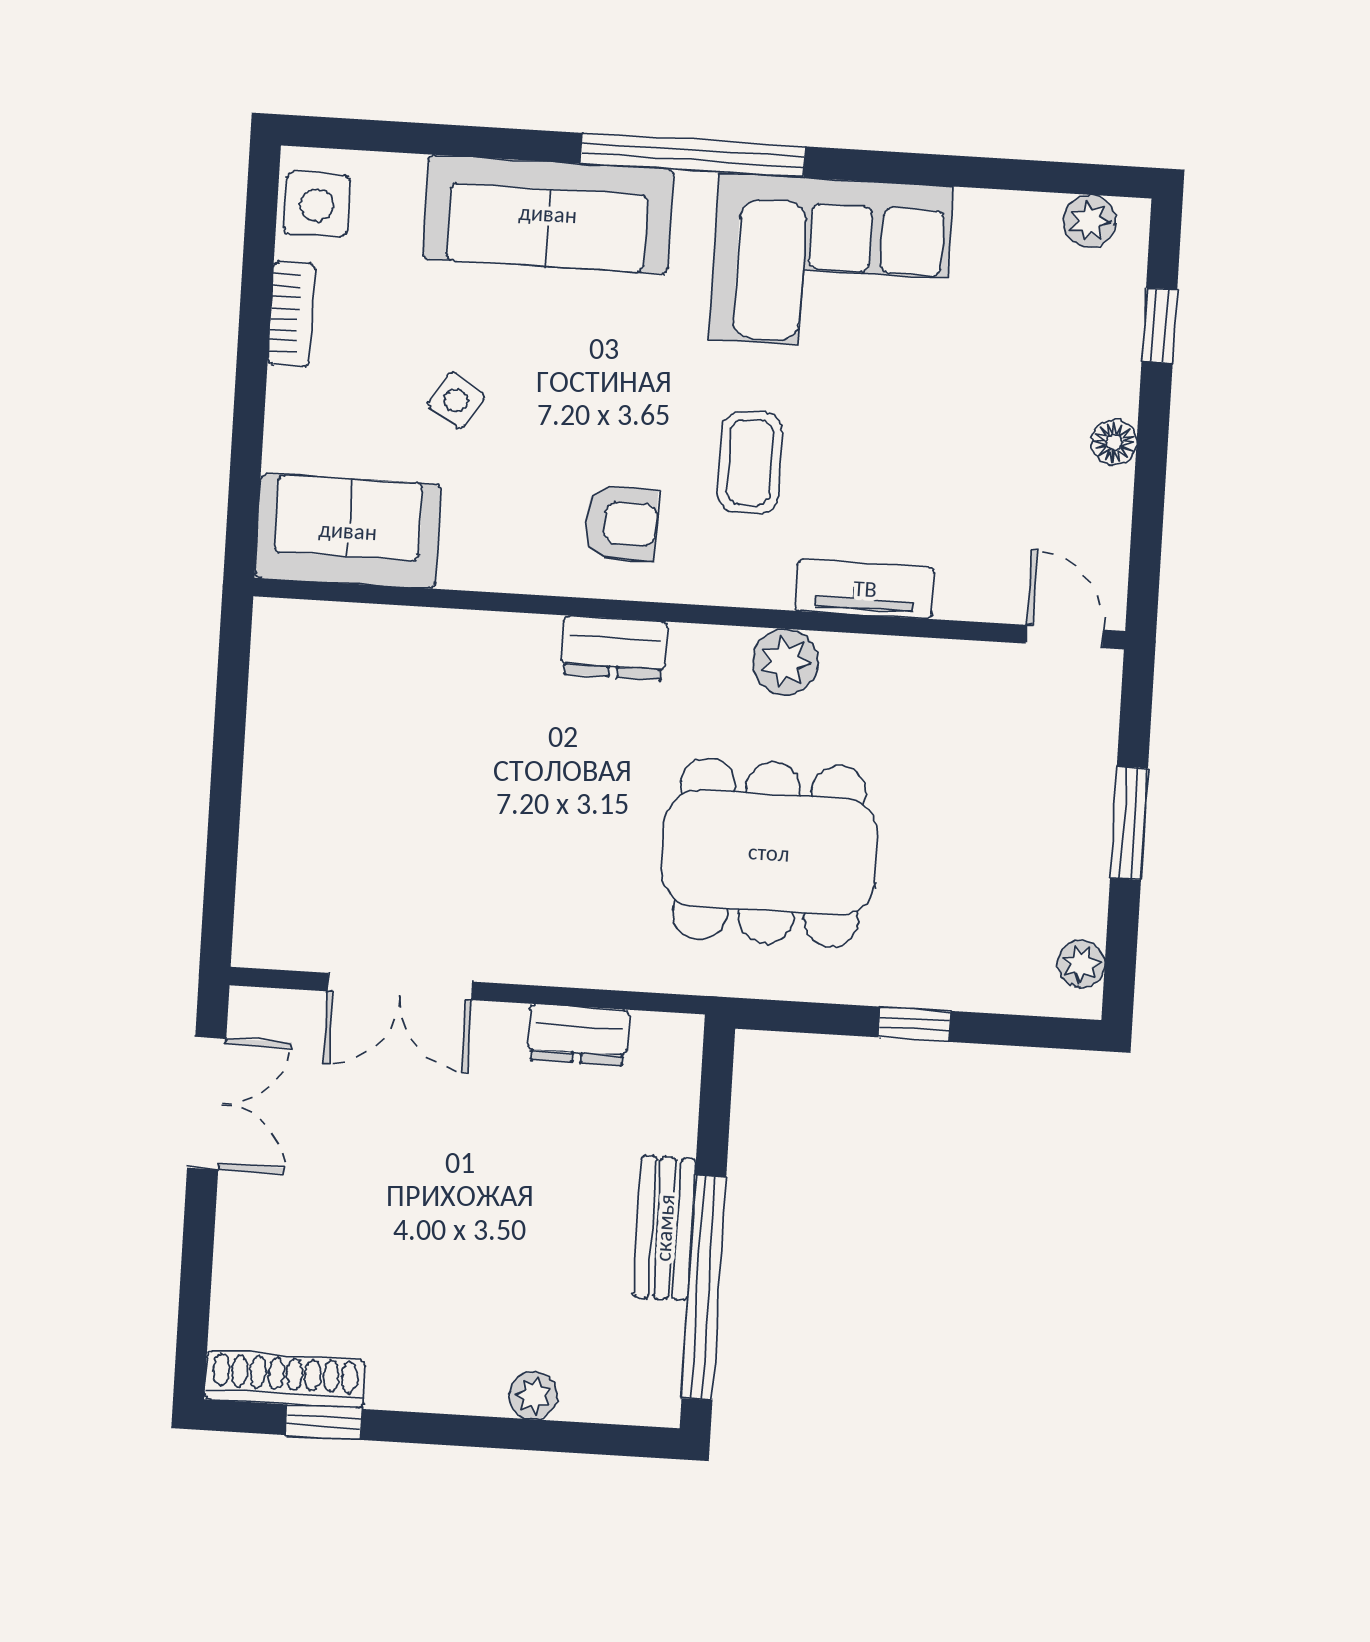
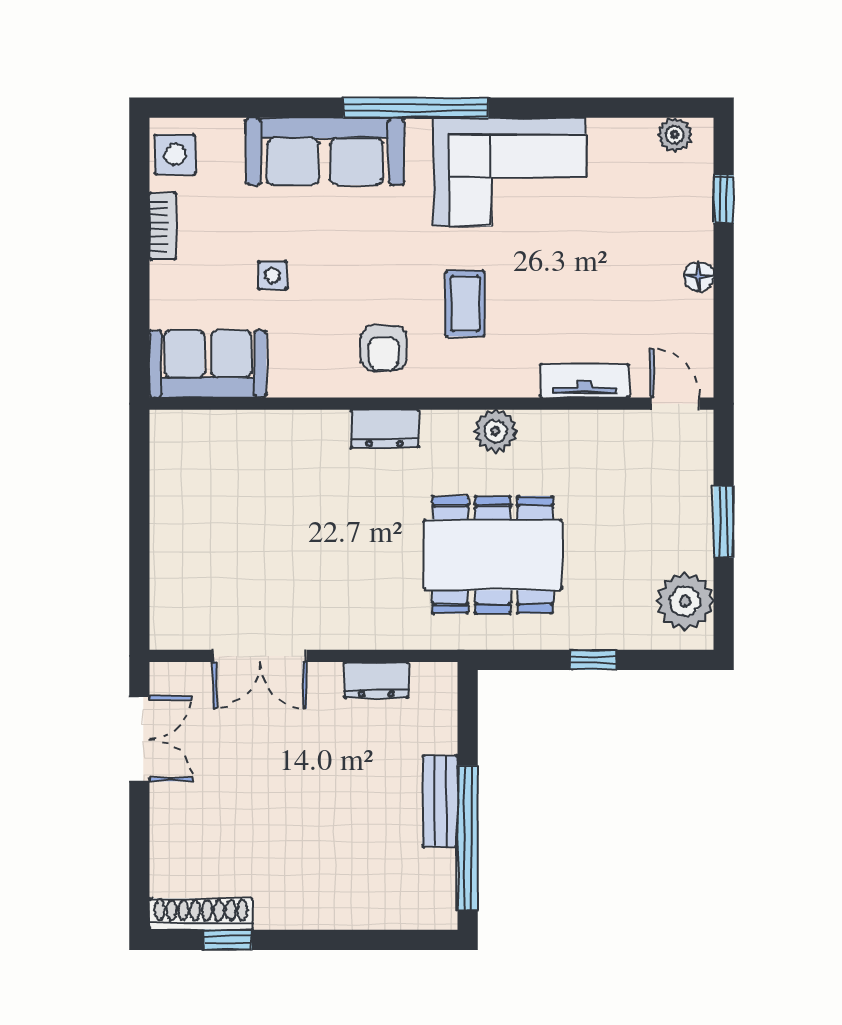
side table: (456, 400) -> (273, 275), turned -33
armchair: (621, 523) -> (384, 348), turned 90
tv unit: (865, 589) -> (584, 381), moved
plant: (1081, 964) -> (685, 601), width x1.88, depth x1.88
plant: (533, 1396) -> (362, 915), removed

